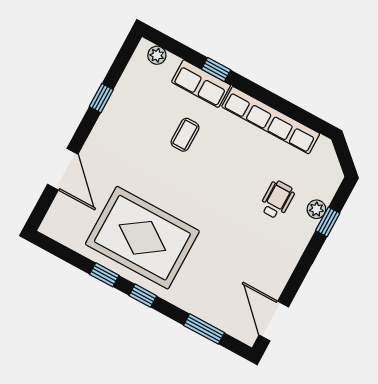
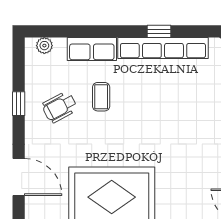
window: (216, 69) -> (159, 31), moved
wheelchair: (277, 200) -> (60, 107), moved, turned -118

